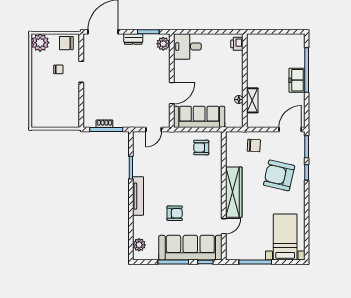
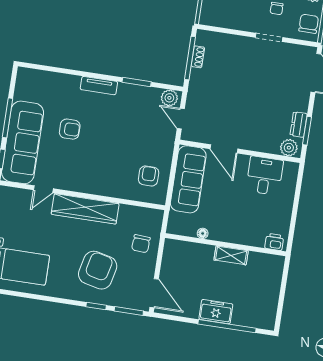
dresser: (133, 39) -> (299, 125), moved
desk: (187, 46) -> (265, 176), moved
shelving: (252, 100) -> (231, 255), moved
tv unit: (138, 196) -> (99, 86), width x0.71
armchair: (175, 213) -> (70, 129), turned -90
door: (224, 226) -> (43, 189), hinge flipped
plant: (139, 245) -> (169, 98), moved

